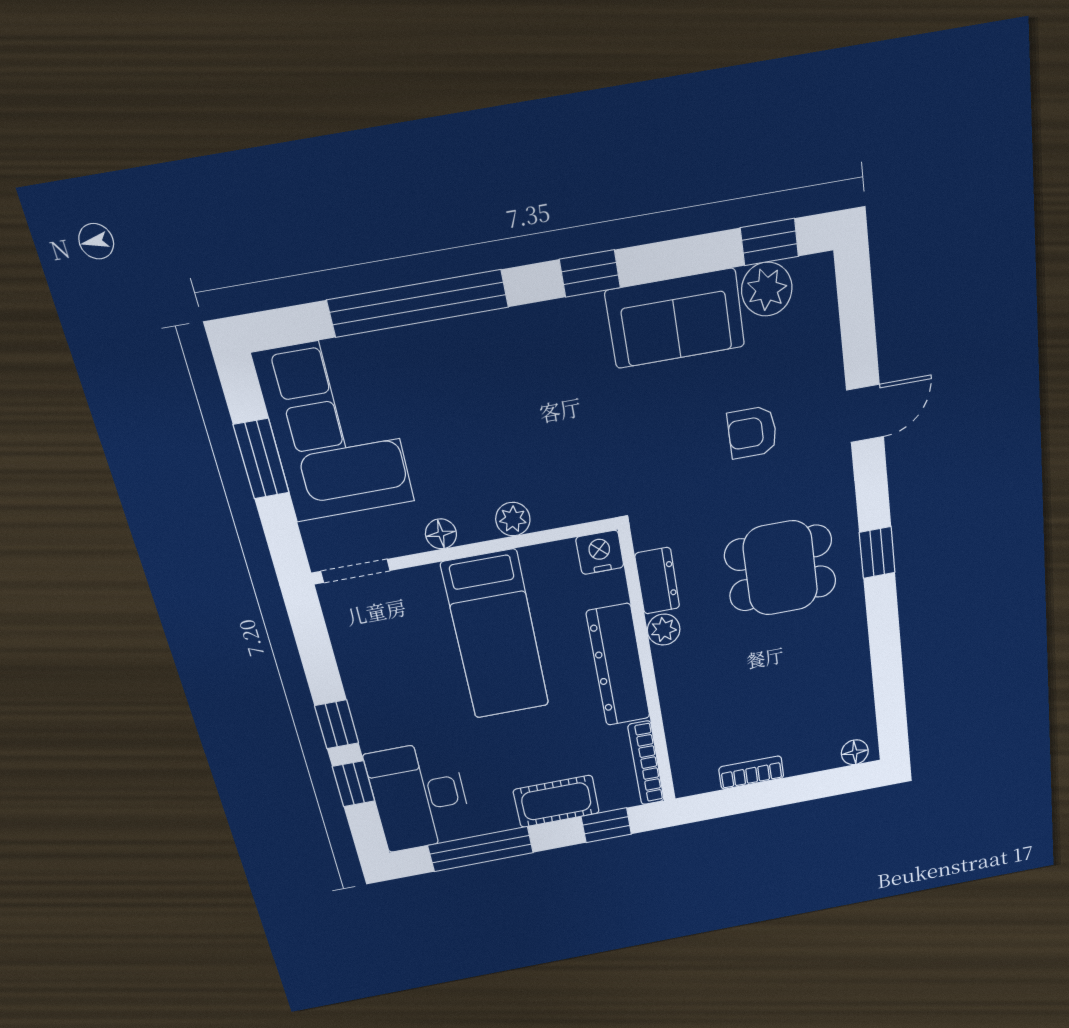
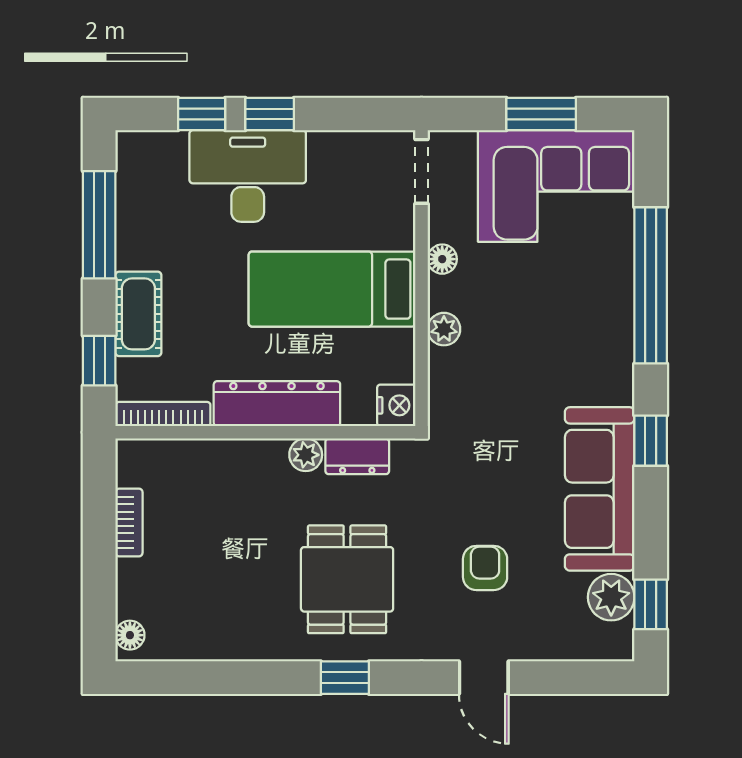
sofa: (675, 319) -> (600, 489), width x1.36
desk: (419, 796) -> (248, 176), moved

